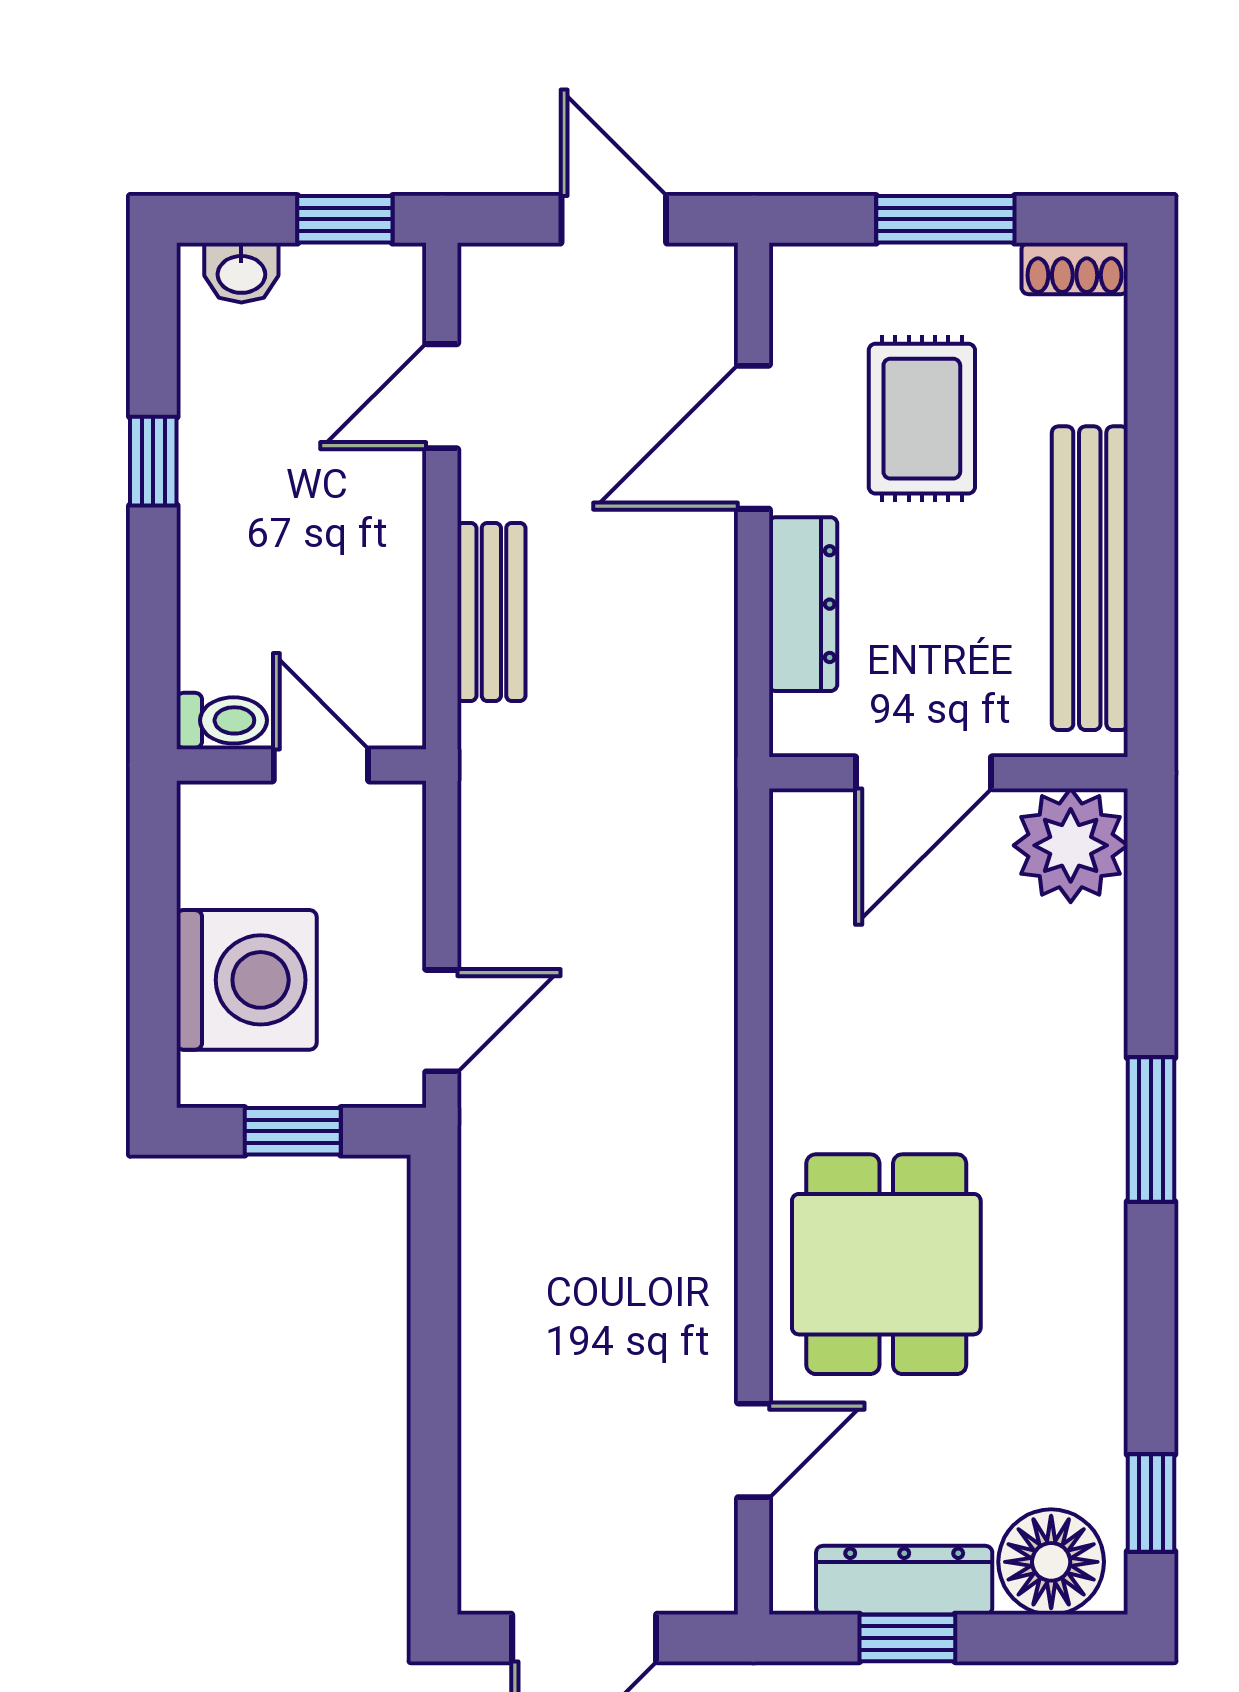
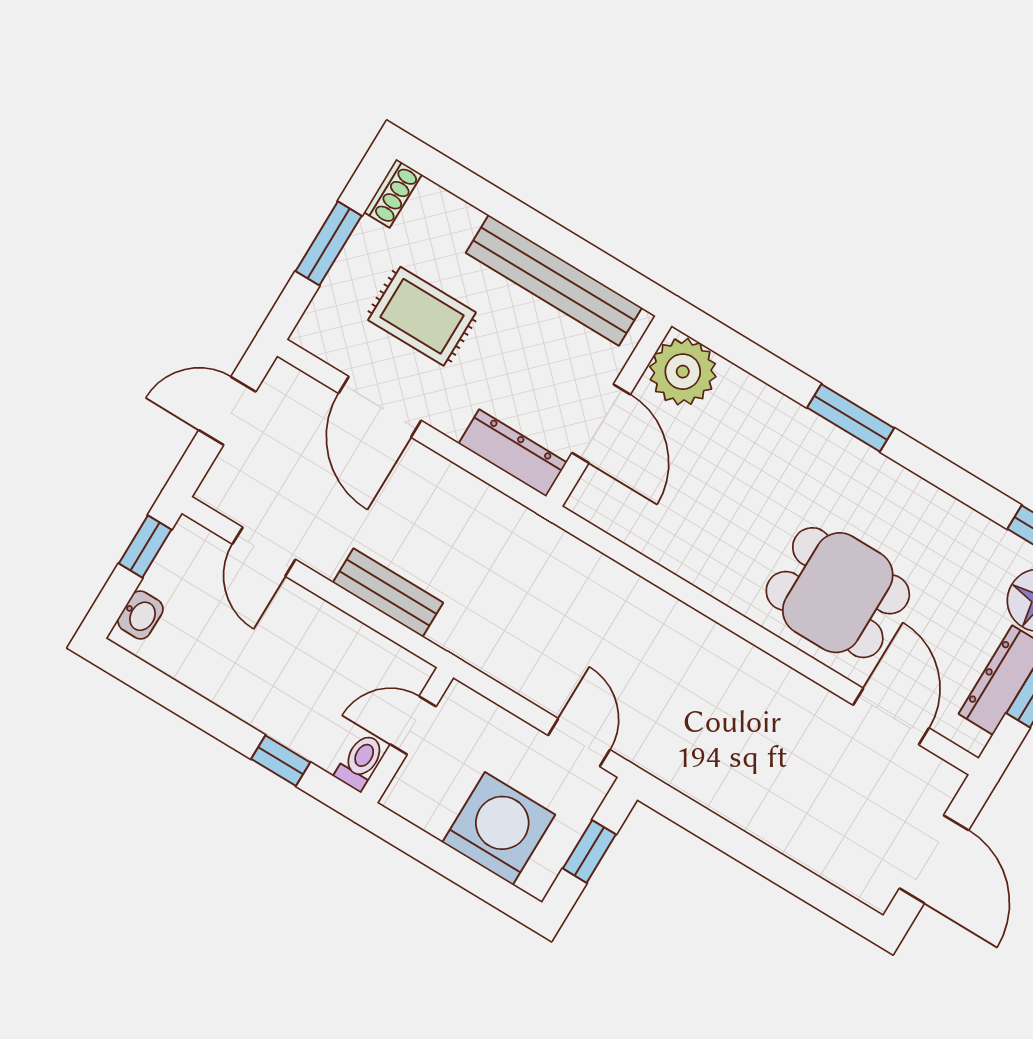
window: (153, 461) -> (281, 761), moved
dresser: (803, 604) -> (513, 453), moved
door: (753, 1450) -> (891, 716), width x1.38

